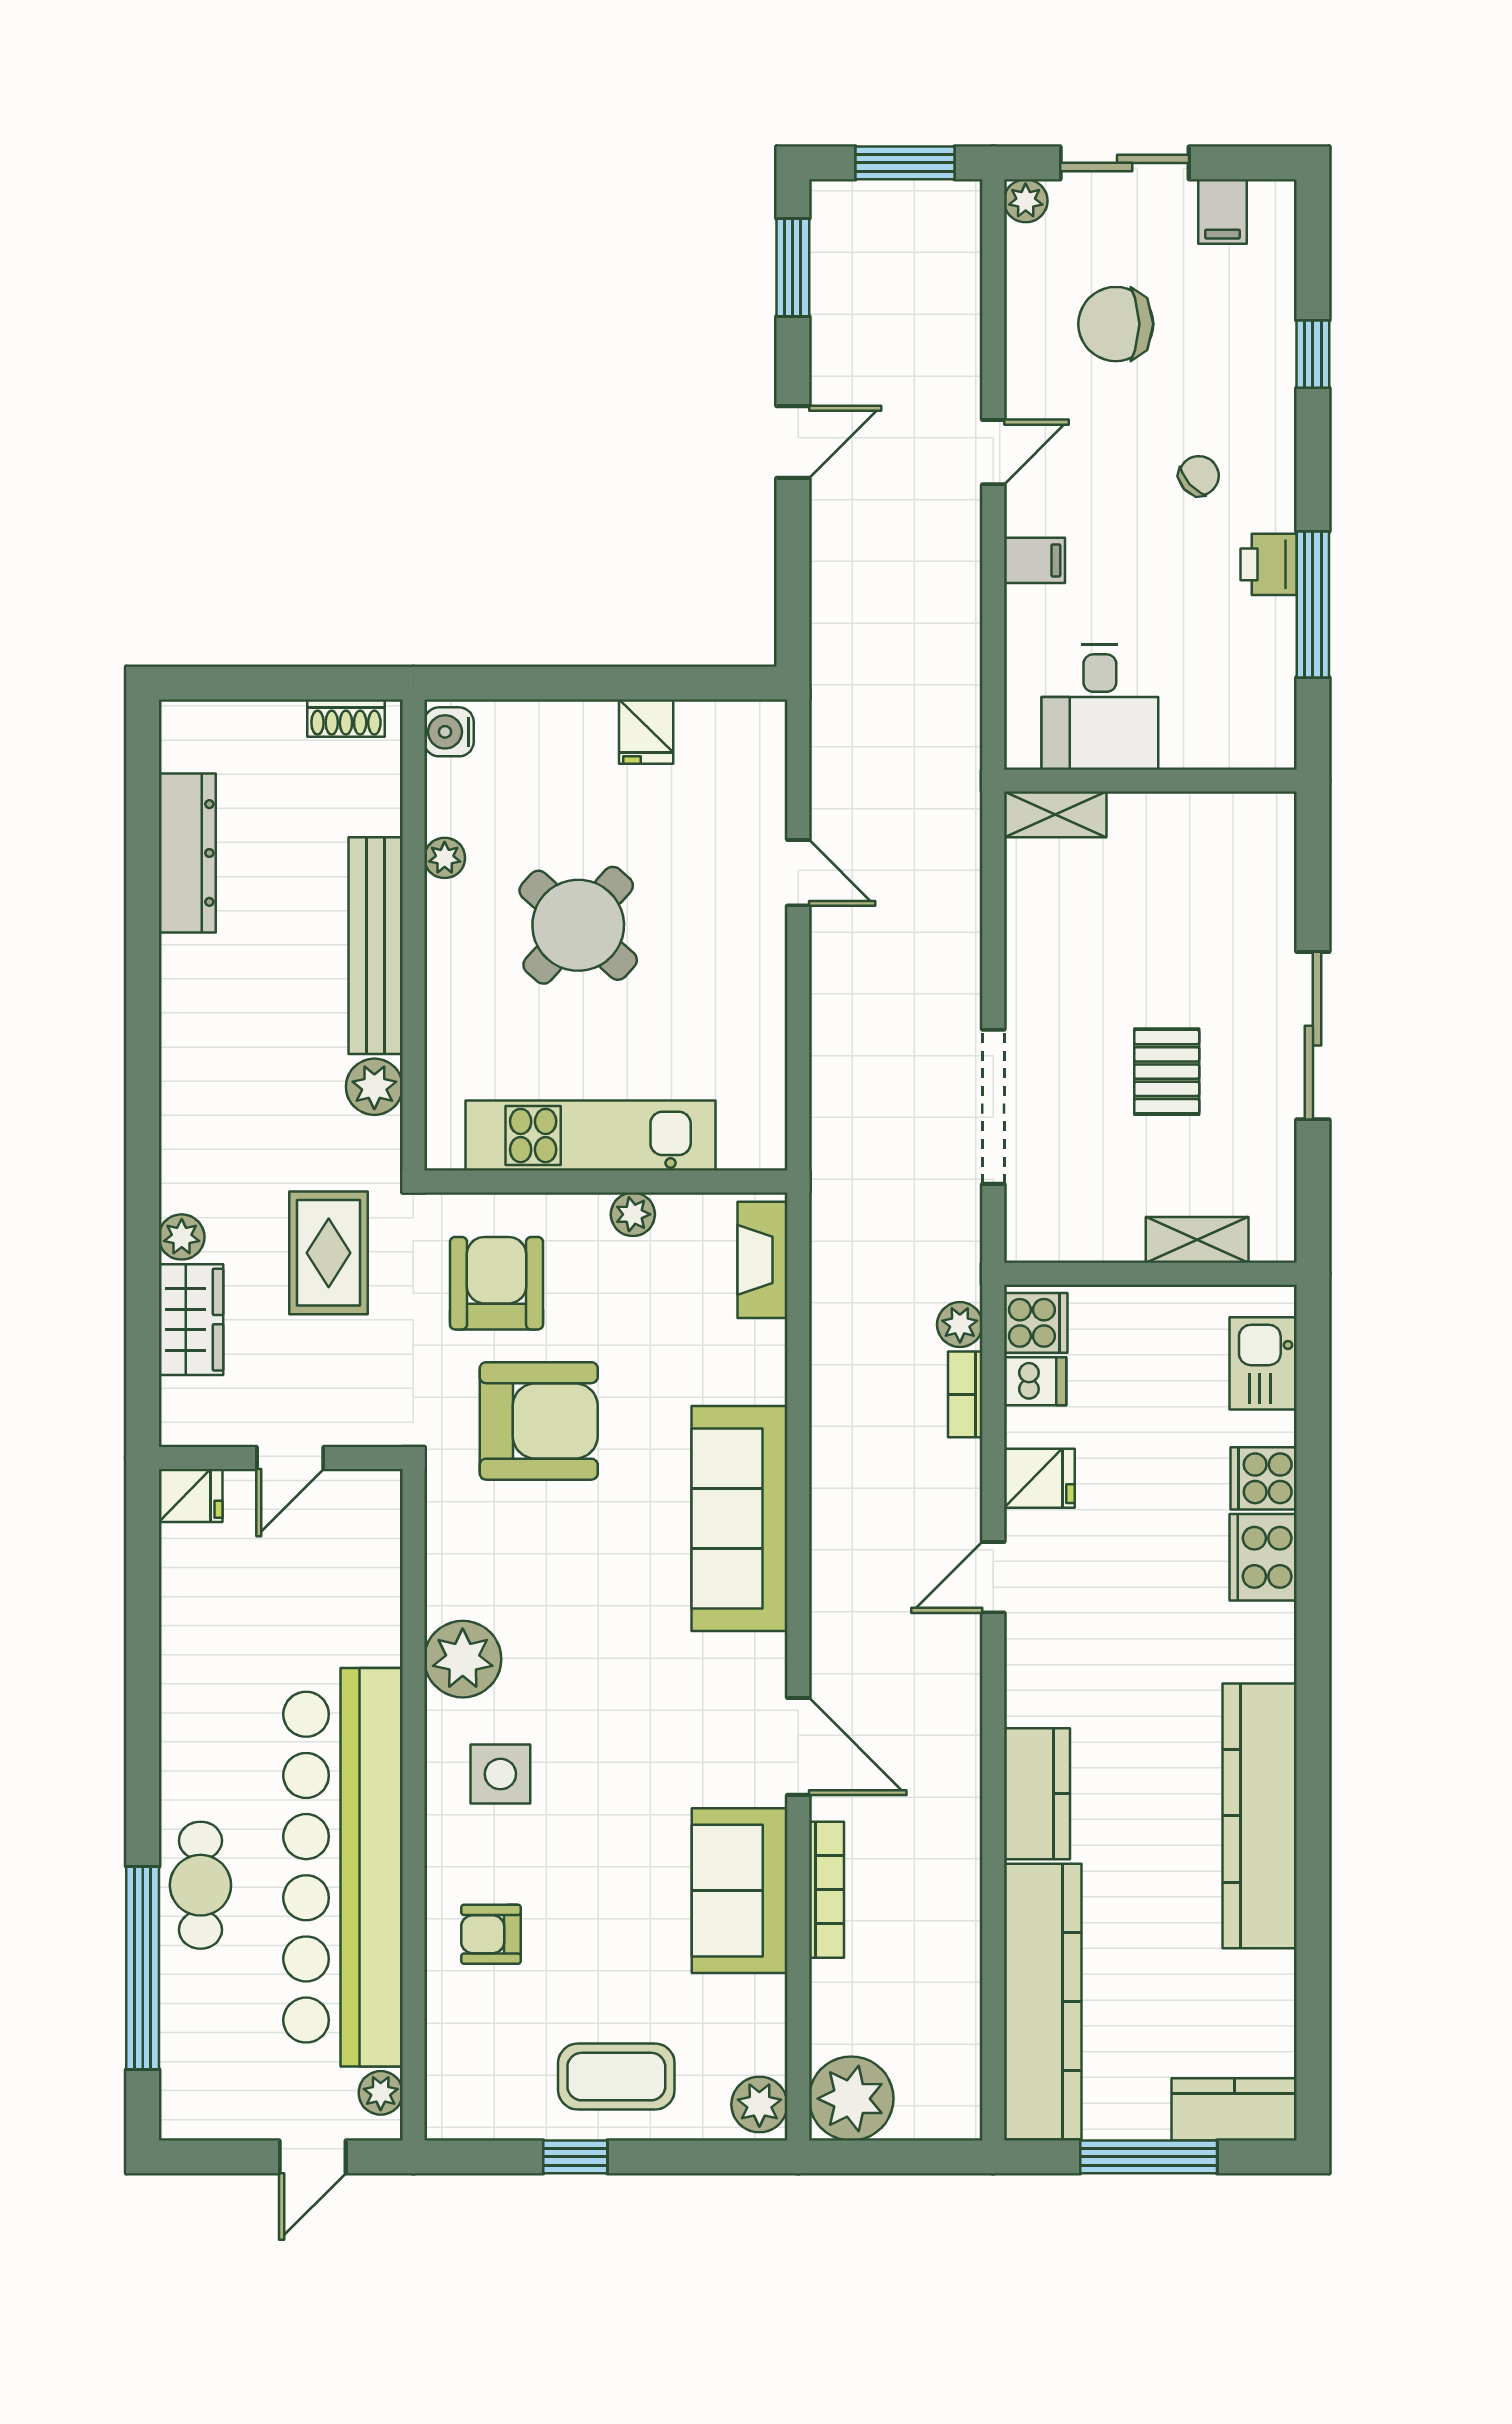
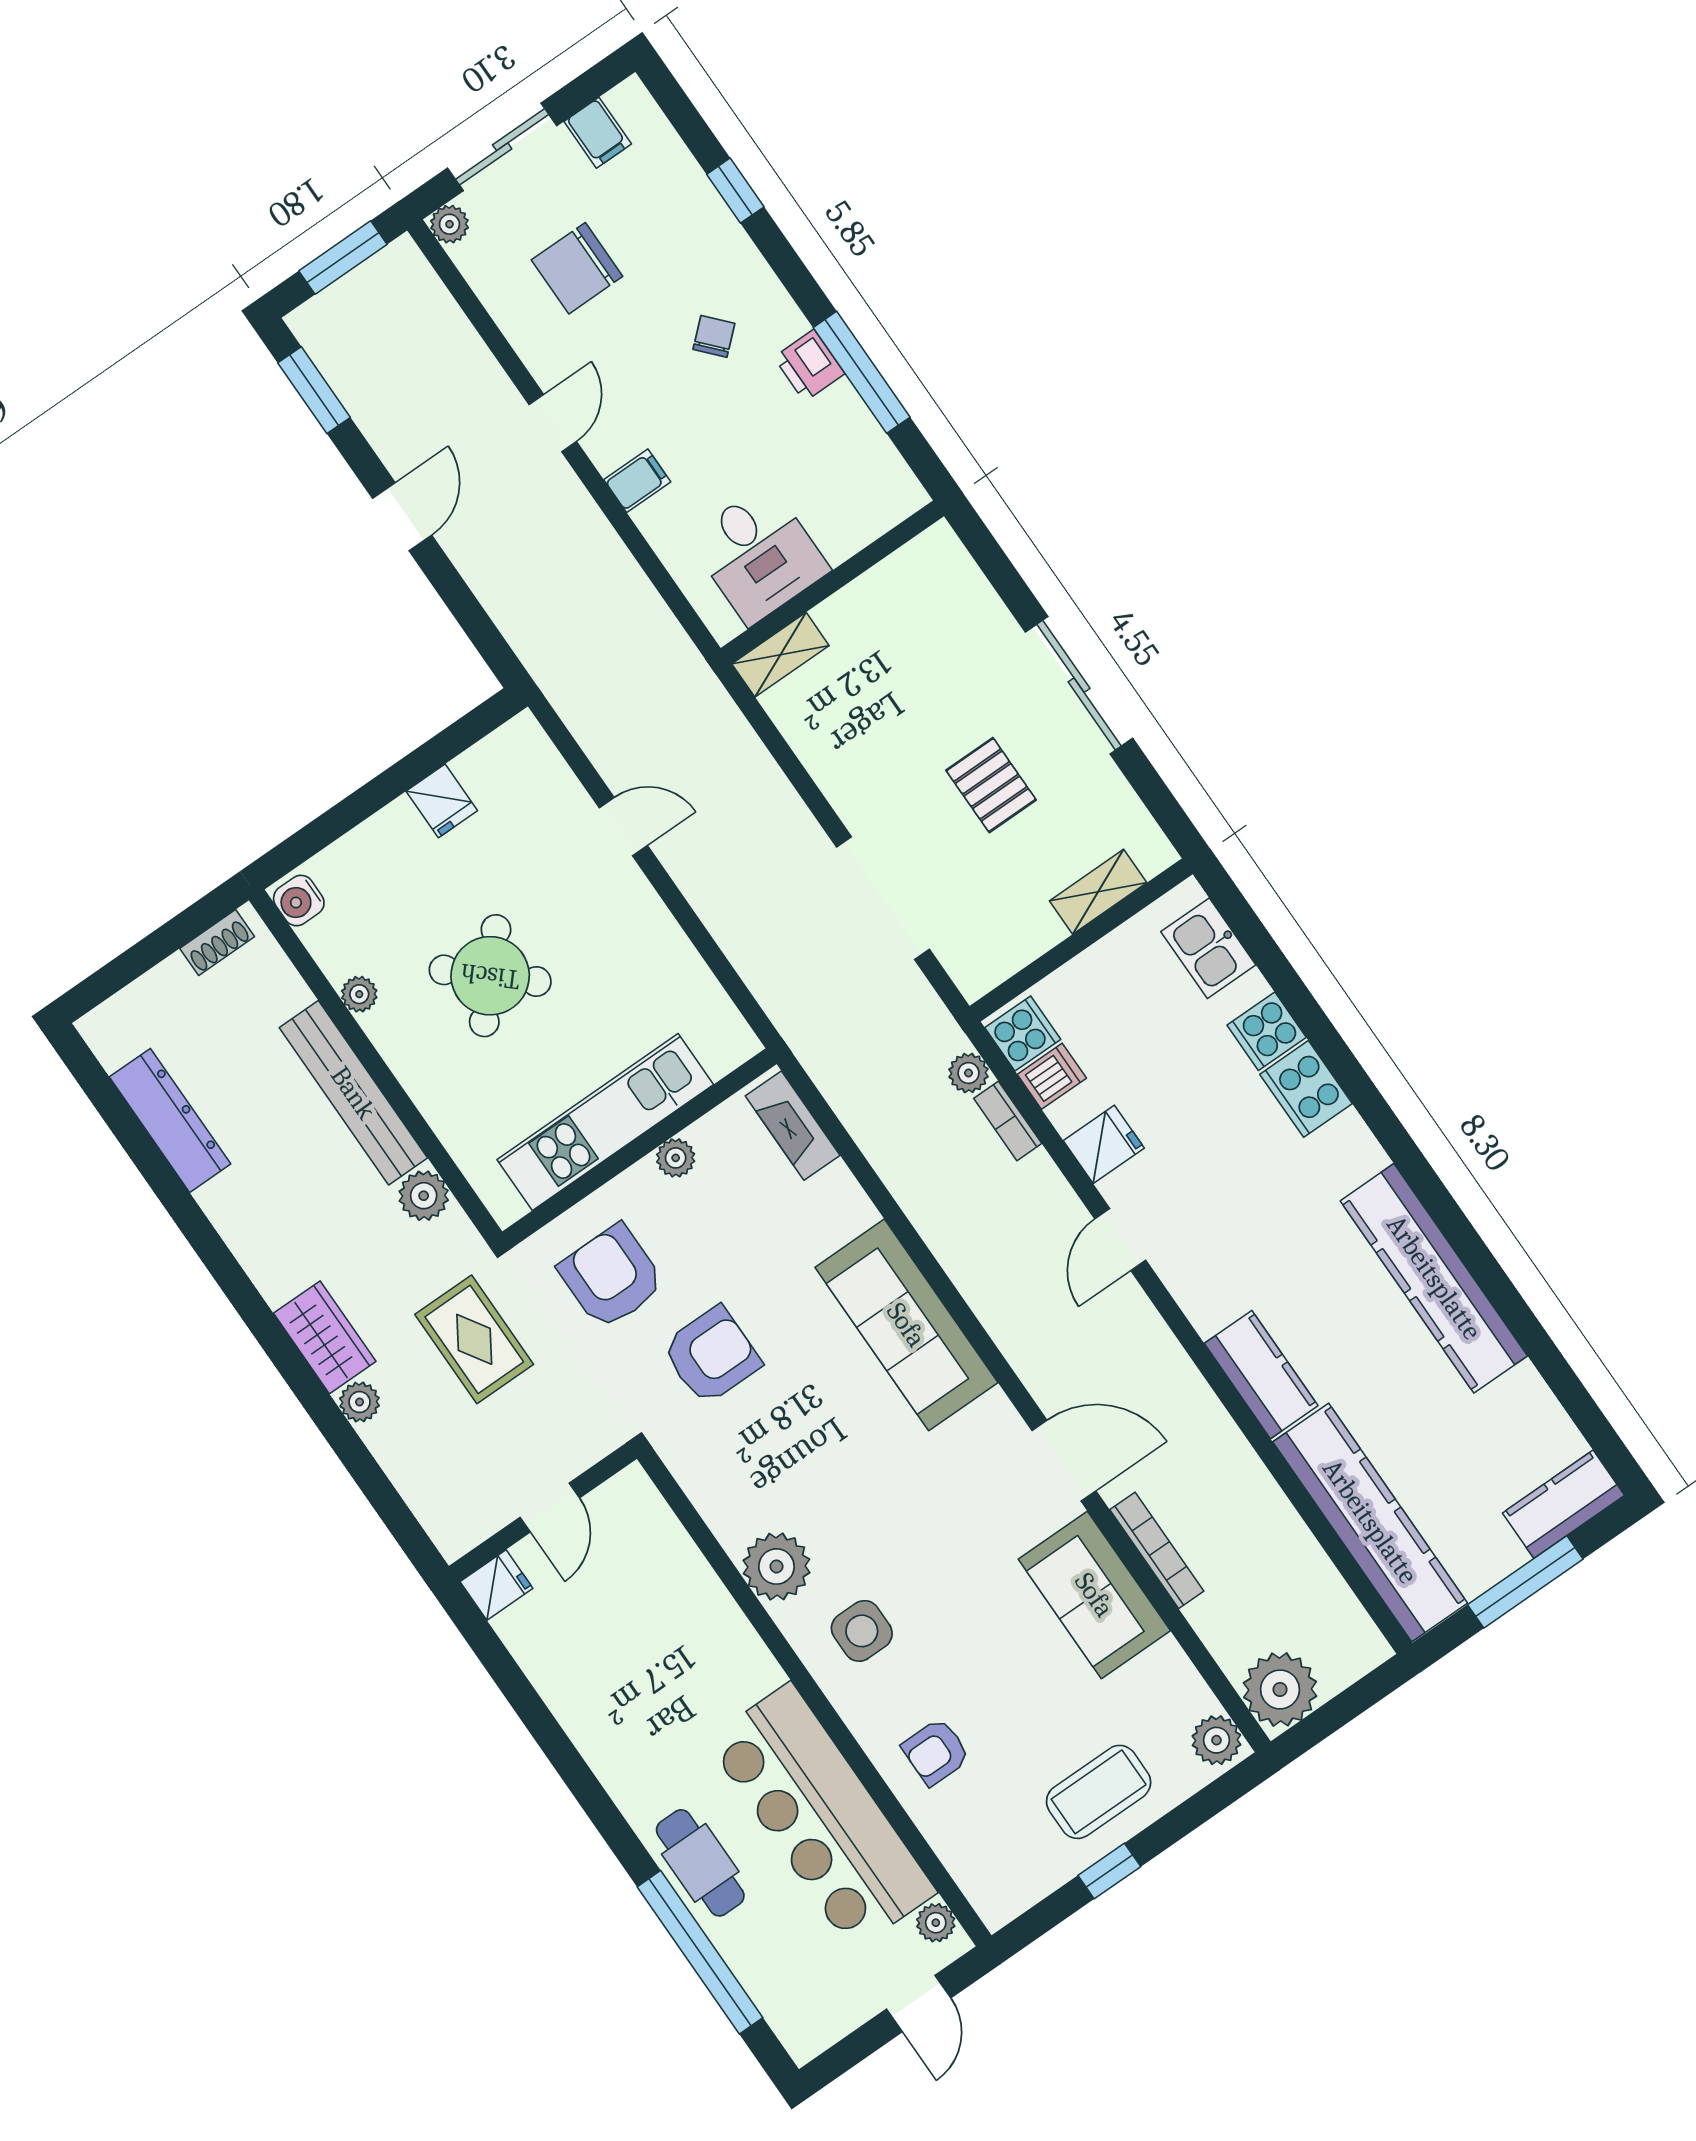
wardrobe: (191, 1320) -> (325, 1337), moved
armchair: (539, 1421) -> (712, 1355), width x0.73, depth x0.73
bar counter: (343, 1867) -> (821, 1816), width x0.73

